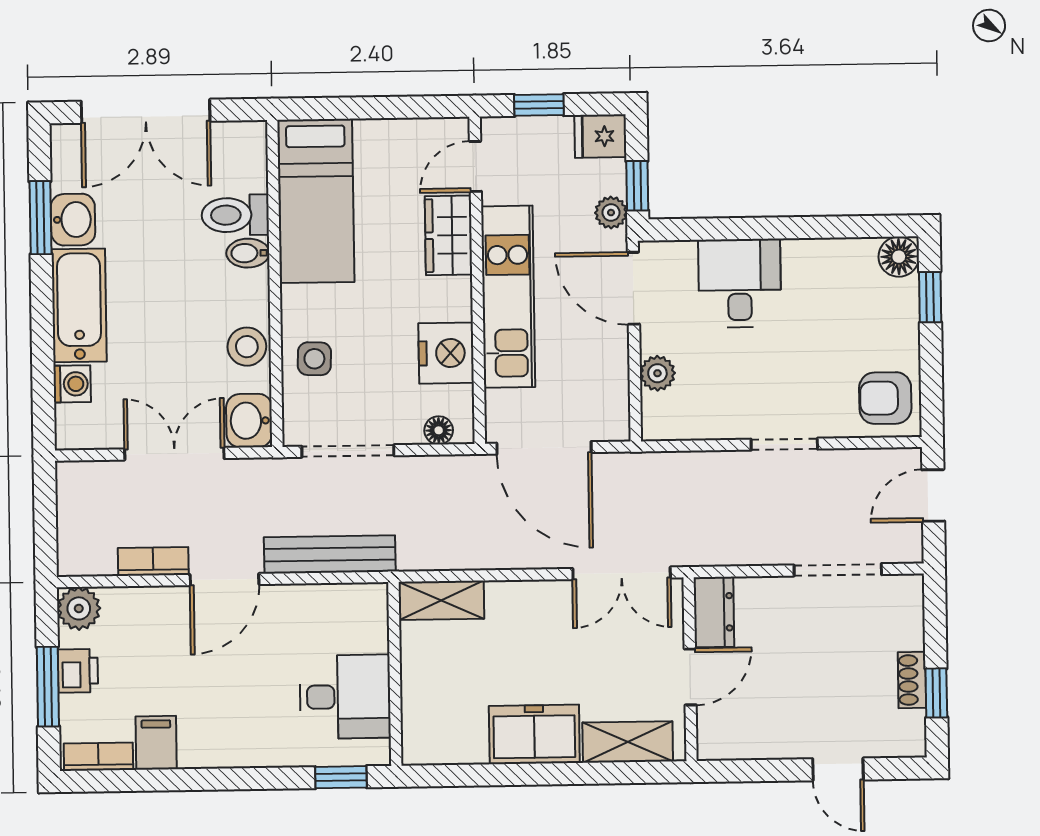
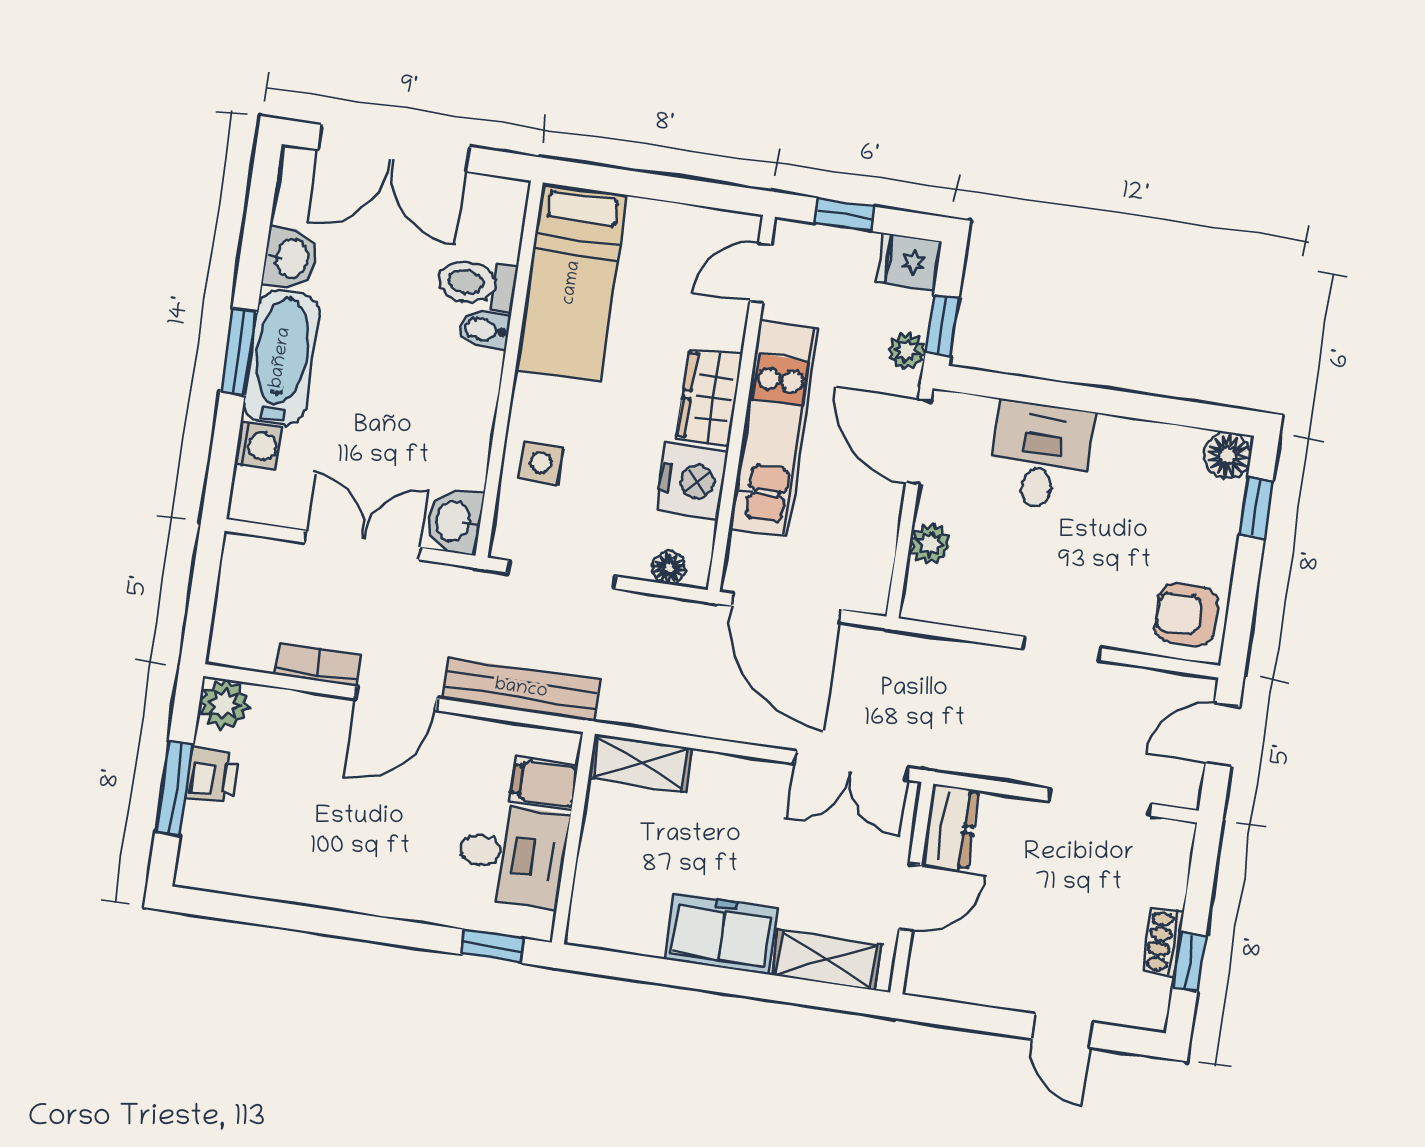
window: (40, 218) -> (239, 352), moved
wardrobe: (448, 235) -> (709, 397), moved
stool: (247, 347) -> (465, 436), removed
filing cabinet: (156, 743) -> (544, 783), moved, turned -90
bookcase: (98, 757) -> (219, 877), removed

